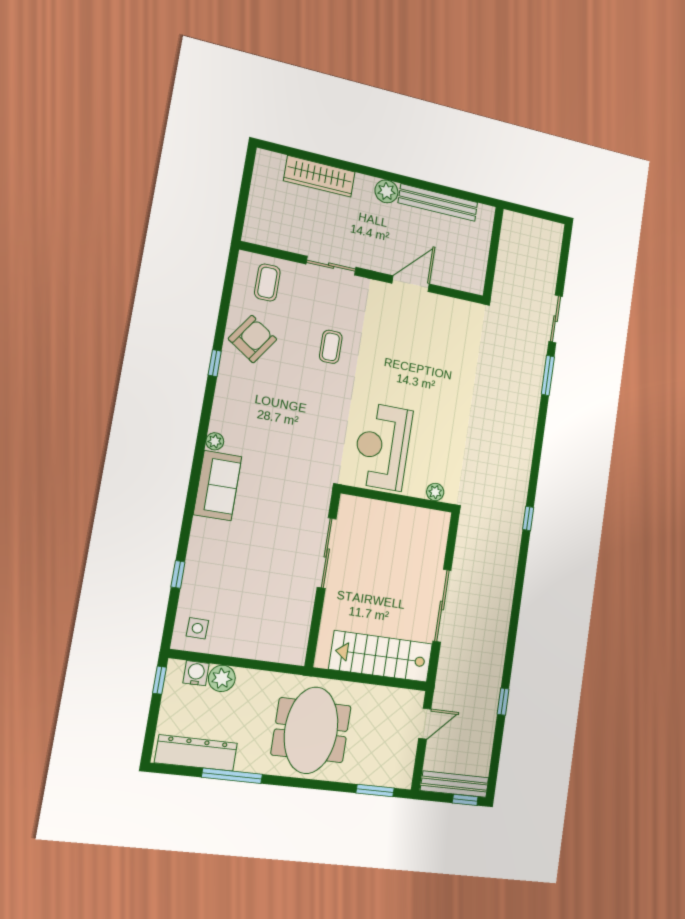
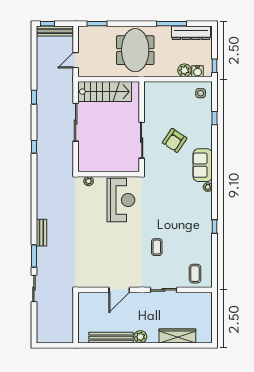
armchair: (253, 339) -> (175, 140), moved
bench: (530, 414) -> (41, 233), added
window: (528, 518) -> (34, 147), moved
window: (503, 702) -> (34, 97), moved

